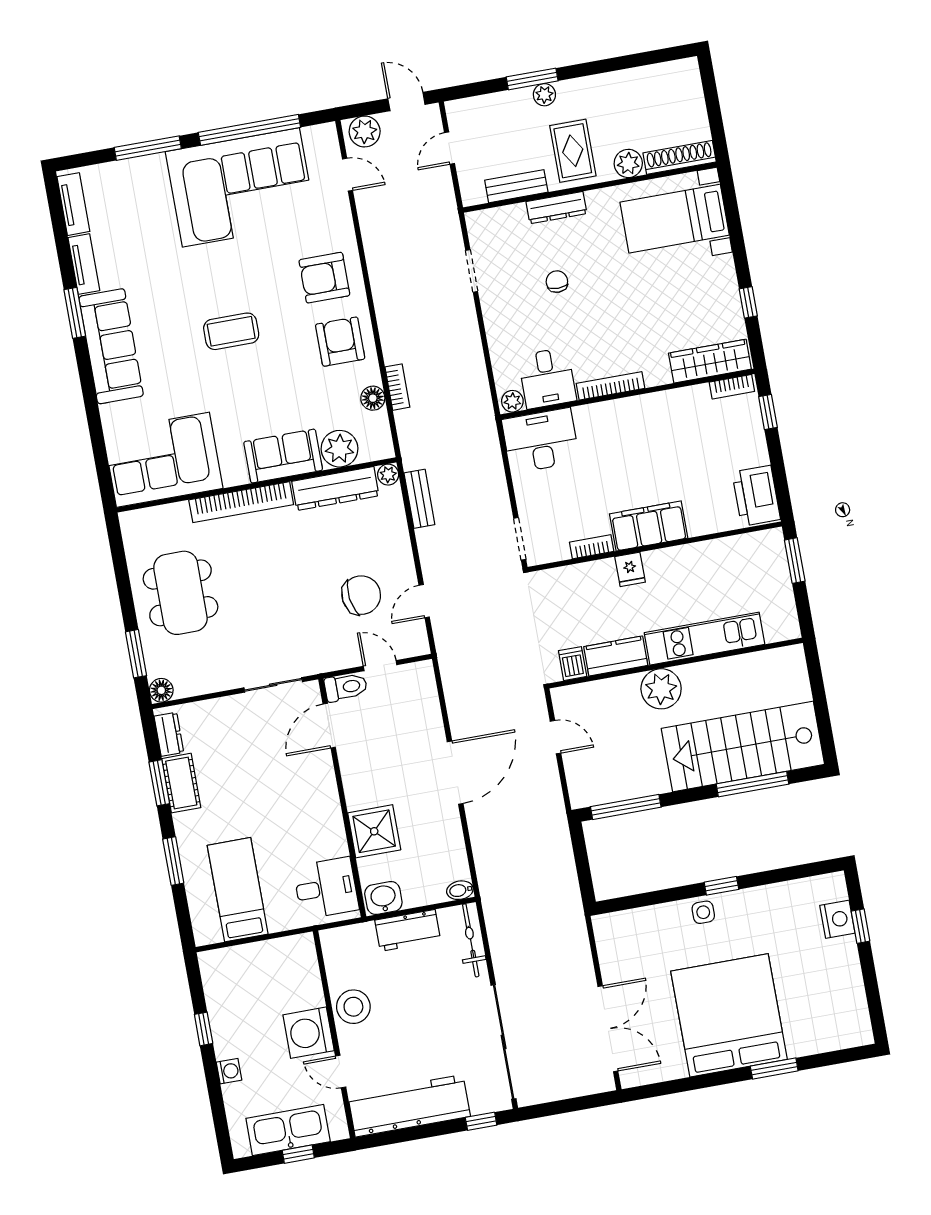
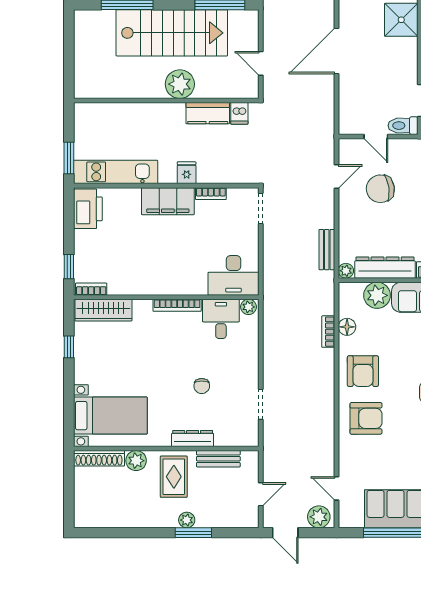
kitchen unit: (705, 639) -> (116, 172), moved, turned 180
stairs: (743, 746) -> (172, 33), moved

